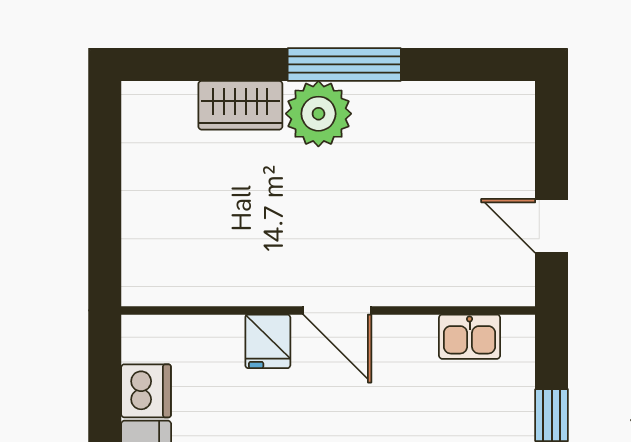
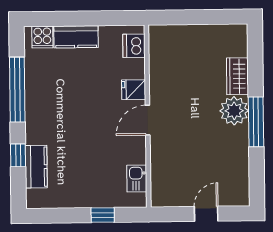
door: (552, 226) -> (206, 214), moved
dishwasher: (146, 391) -> (134, 46), moved, turned 90

